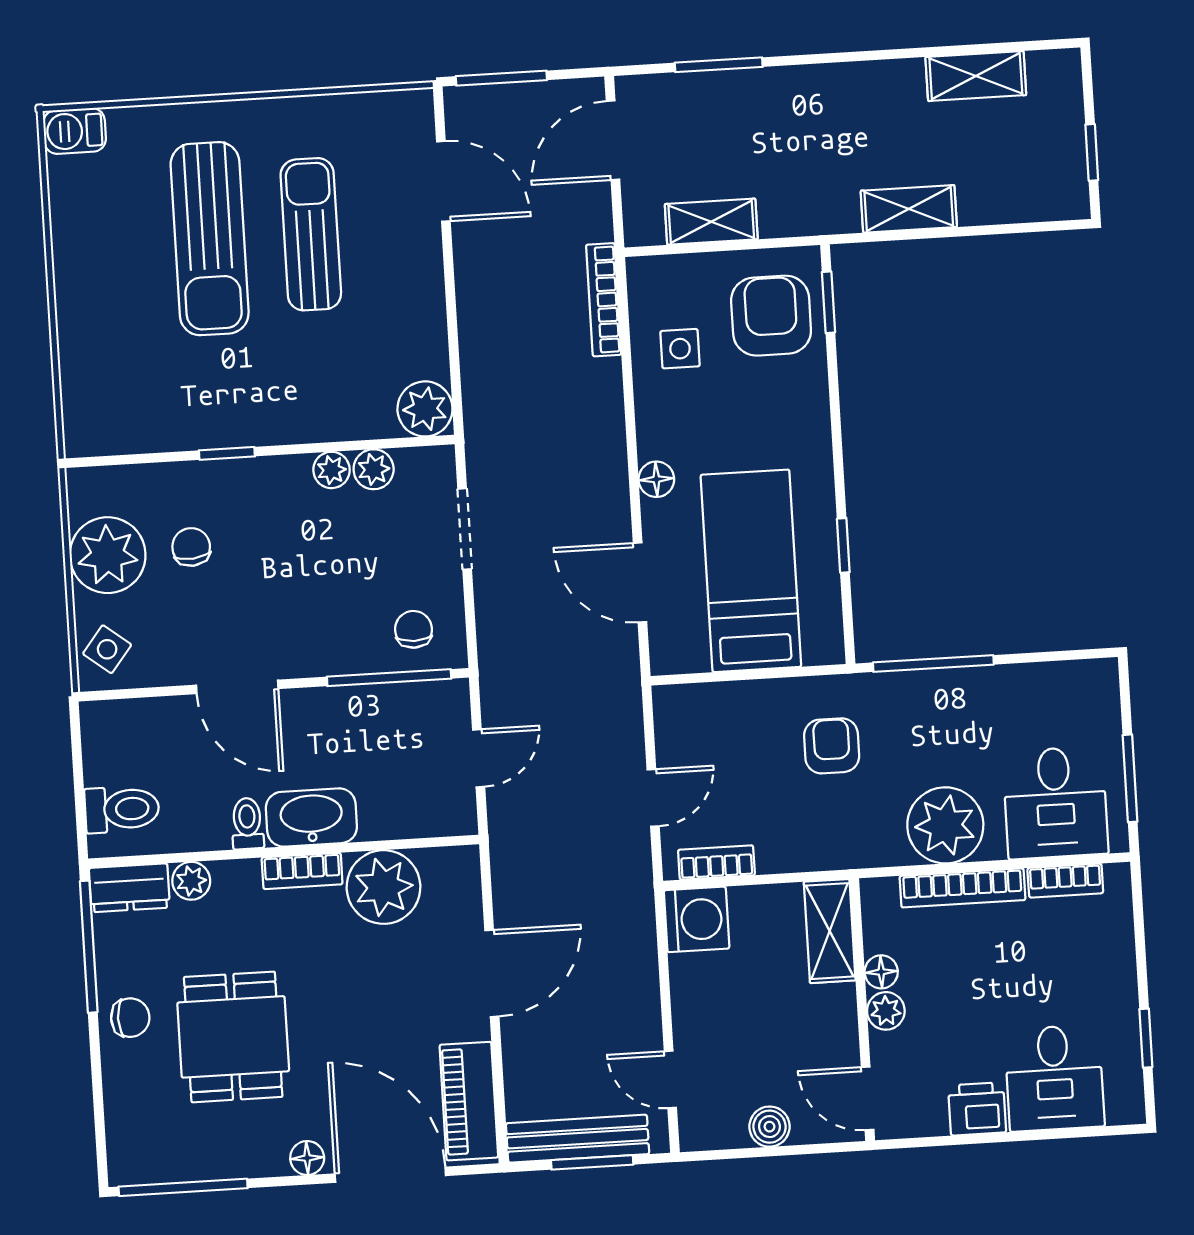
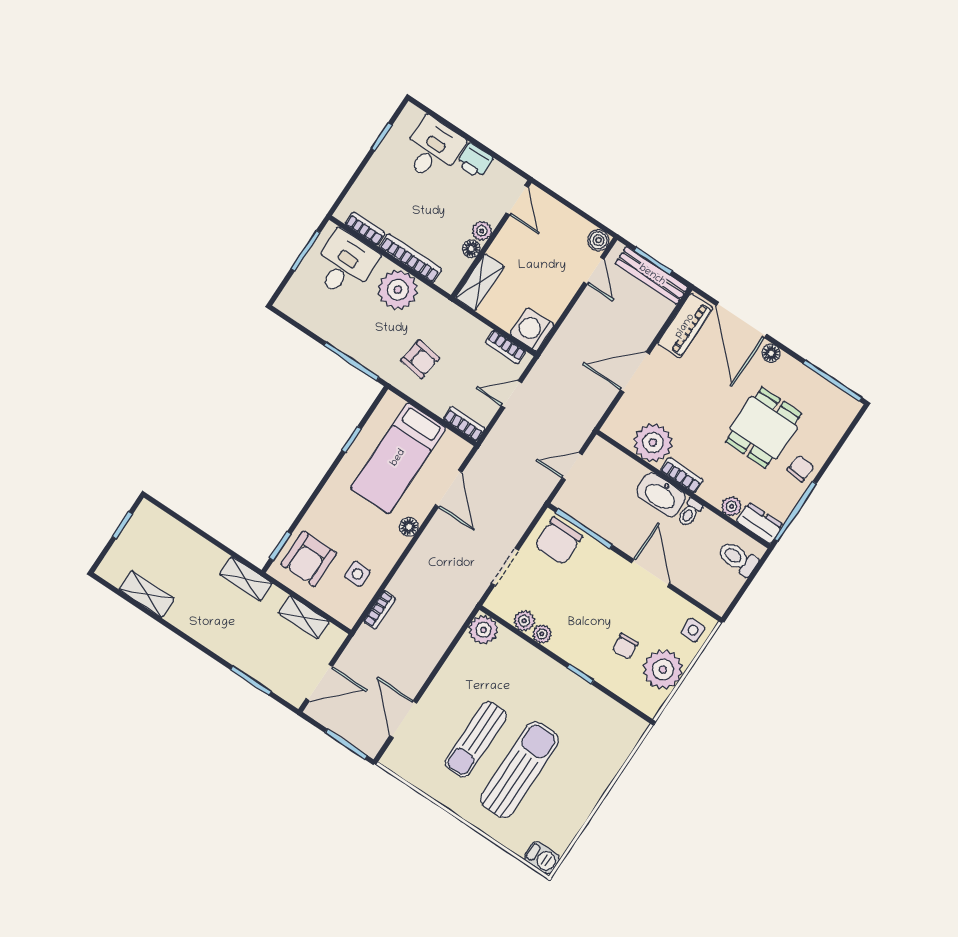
shelving: (909, 209) -> (246, 579), moved
bookcase: (604, 300) -> (380, 610), width x0.64
chair: (413, 629) -> (558, 541), width x1.87, depth x1.87
side table: (107, 649) -> (693, 630), turned -38
bookcase: (691, 699) -> (464, 424), added
armchair: (832, 746) -> (420, 359), turned -82
chair: (130, 1018) -> (801, 468), turned 97
boiler: (770, 1127) -> (598, 240), moved

